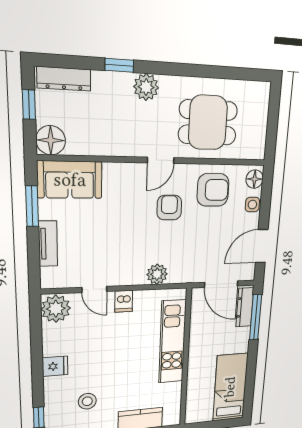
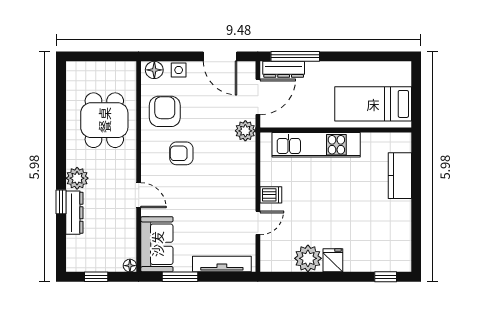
dresser: (64, 79) -> (74, 213), moved
floor lamp: (51, 140) -> (130, 266), width x0.53, depth x0.53
door: (161, 160) -> (139, 195), moved
tv unit: (48, 244) -> (222, 264), width x1.41
plant: (157, 274) -> (245, 131), moved
plant: (56, 309) -> (308, 258), moved
bed: (230, 387) -> (373, 104), moved
stool: (87, 401) -> (373, 230), removed

